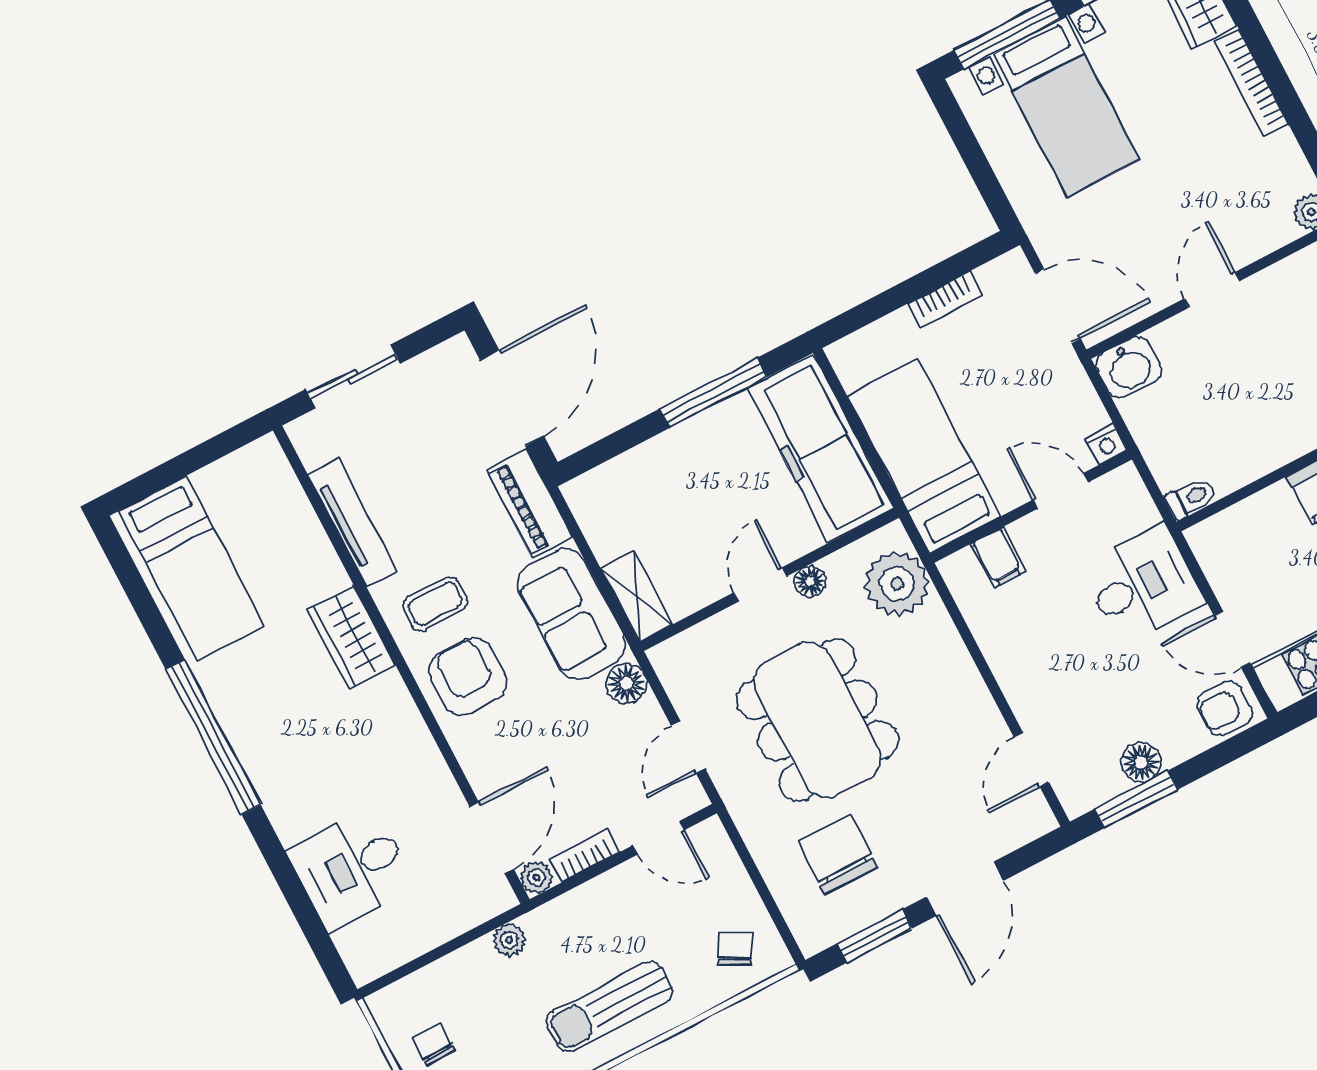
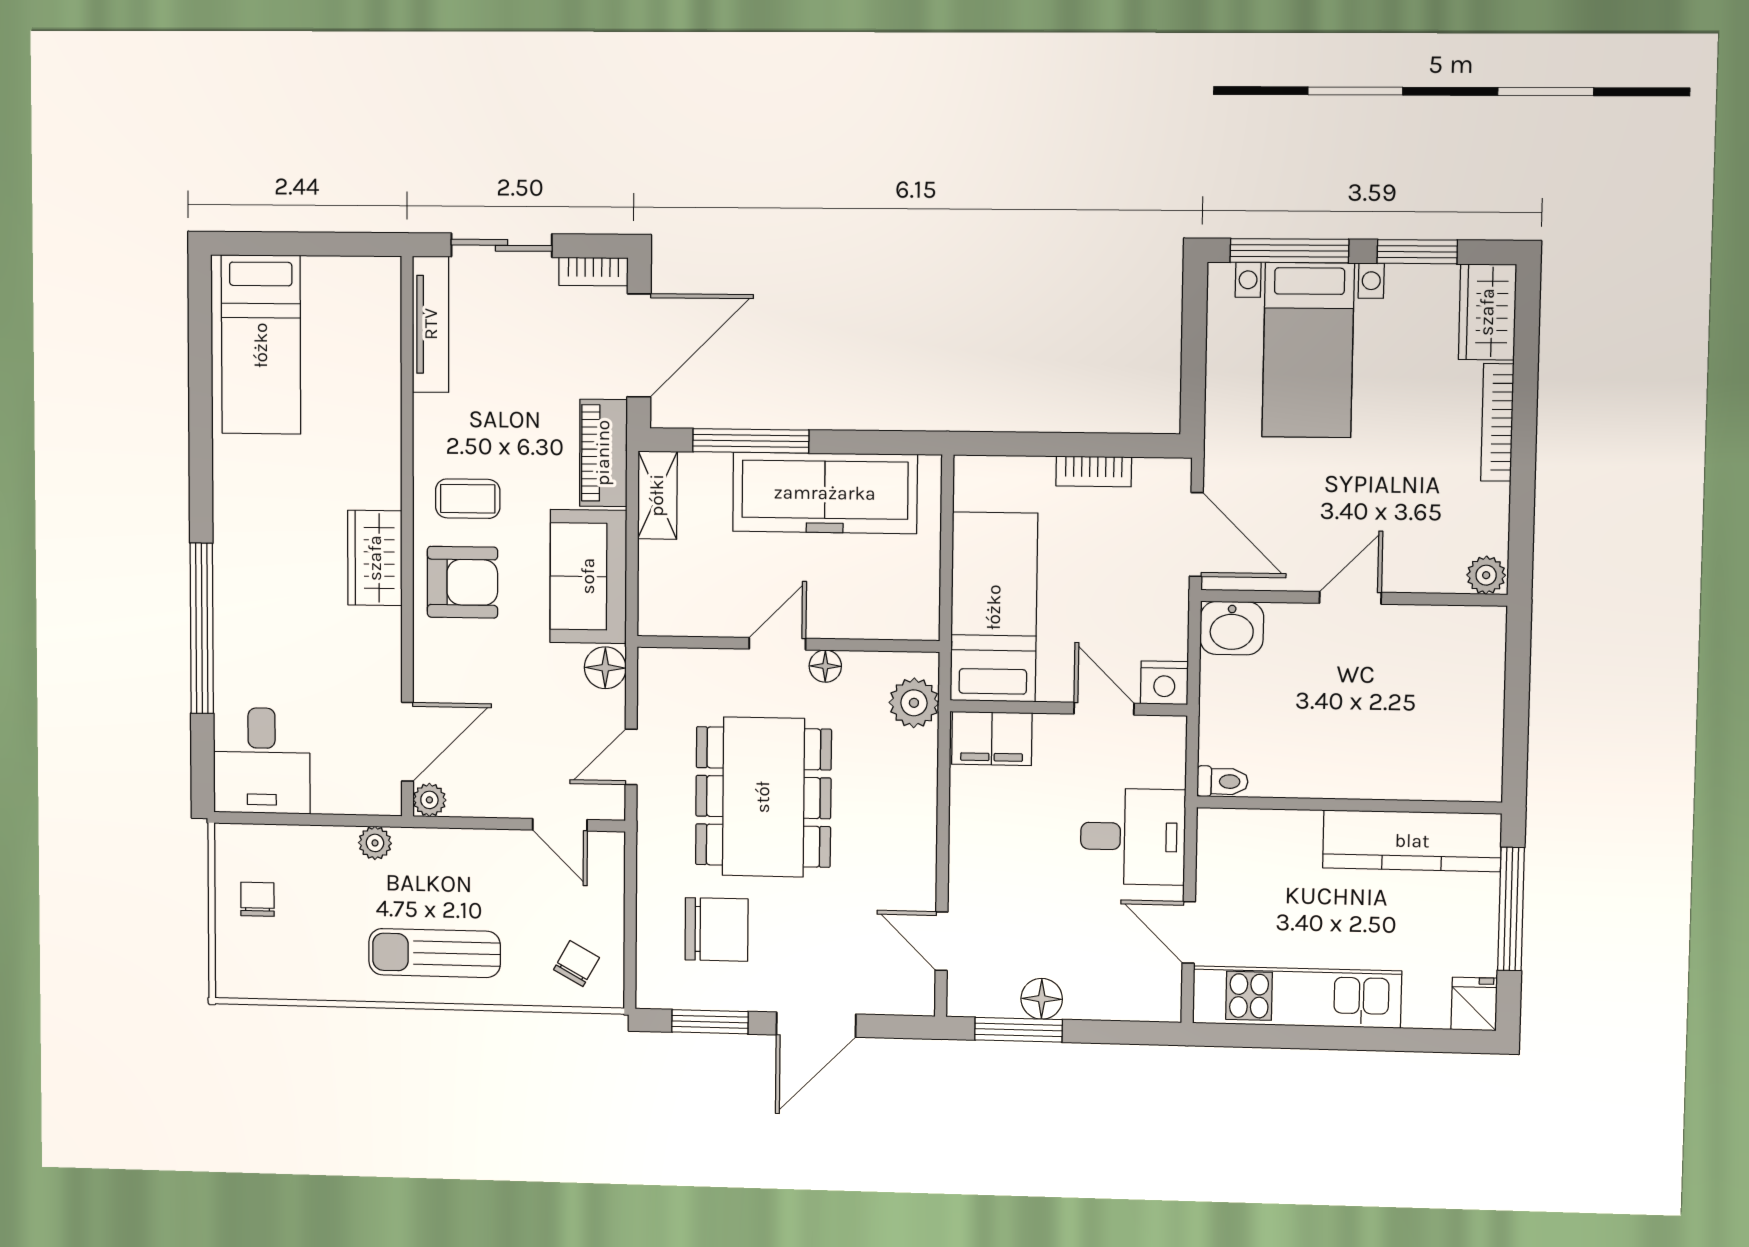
window: (713, 393) -> (751, 441), moved
nightstand: (1106, 444) -> (1164, 683), width x1.39, depth x1.35
freezer: (821, 449) -> (825, 493), moved, turned -90
tv unit: (352, 522) -> (431, 324), moved
filing cabinet: (998, 558) -> (992, 739), width x2.00
plant: (897, 584) -> (914, 703), width x0.73, depth x0.73
shelving: (636, 596) -> (657, 495), moved
wardrobe: (351, 637) -> (375, 558), moved
armchair: (468, 677) -> (462, 582), turned 90
armchair: (1225, 708) -> (1147, 992), removed
window: (213, 737) -> (202, 628), moved
door: (1031, 760) -> (942, 941), hinge flipped
chair: (838, 854) -> (716, 929), turned 90
bookcase: (584, 856) -> (593, 272), moved, turned 180
desk: (351, 868) -> (262, 761), moved, turned -90

